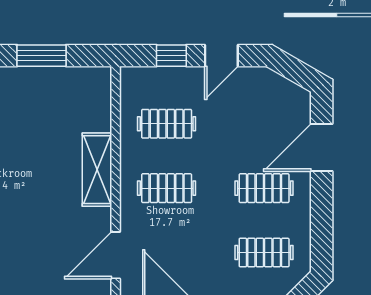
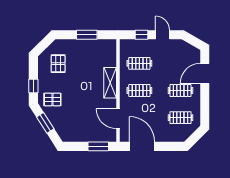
door: (221, 56) -> (162, 35), swing flipped
door: (116, 255) -> (118, 119), hinge flipped

